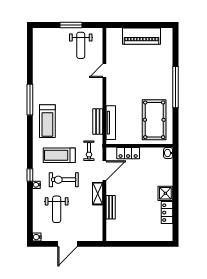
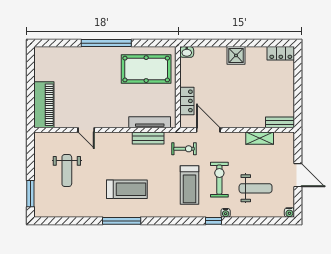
window: (71, 25) -> (30, 194), moved
piano: (141, 36) -> (44, 105), moved
weight bench: (81, 45) -> (67, 171), moved, turned 90
treadmill: (47, 121) -> (127, 189), moved
exercise bike: (64, 180) -> (219, 180), turned 180
shelving: (98, 194) -> (260, 138), moved
bench: (111, 207) -> (280, 122), moved
locker: (167, 213) -> (281, 53), moved

